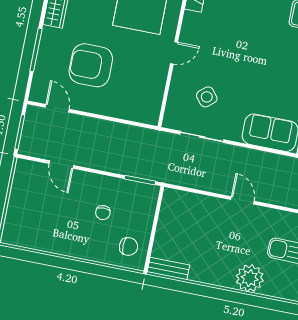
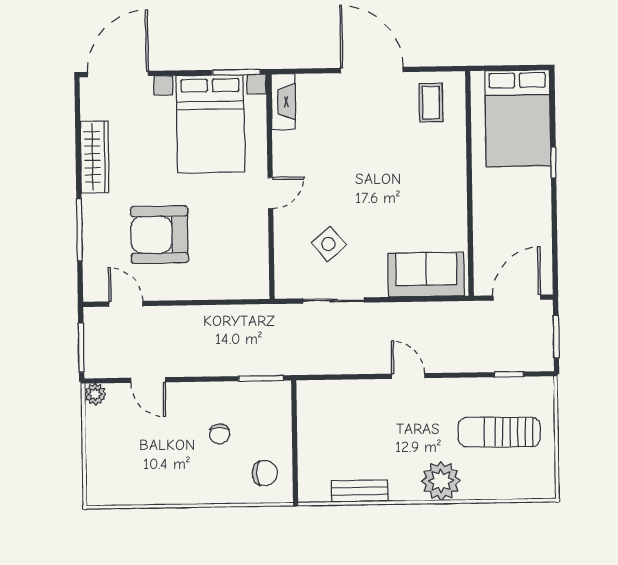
plant: (22, 166) -> (95, 394), added
bench: (168, 268) -> (359, 491), moved

